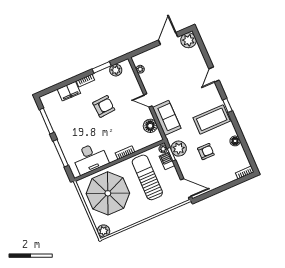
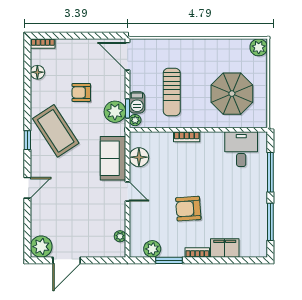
coffee table: (212, 119) -> (56, 131), turned 57
floor lamp: (235, 141) -> (37, 72), moved
desk: (90, 158) -> (241, 149), width x0.73
sun lounger: (147, 177) -> (172, 92), width x0.73, depth x0.75
parasol: (108, 193) -> (232, 94), width x0.73, depth x0.73

